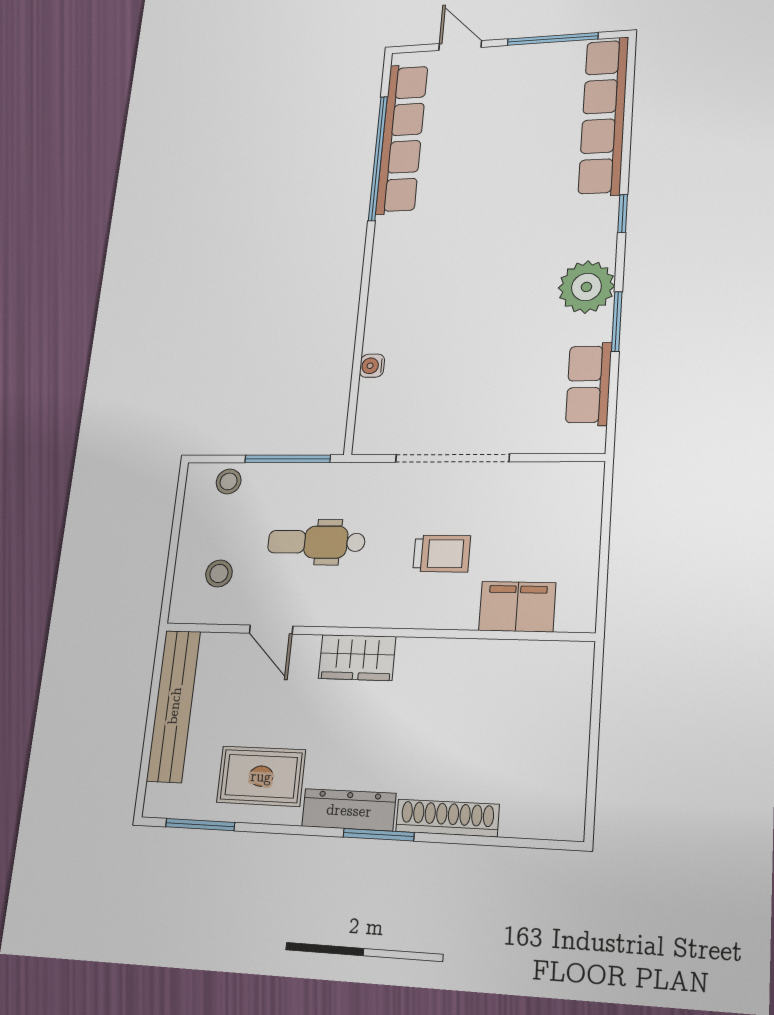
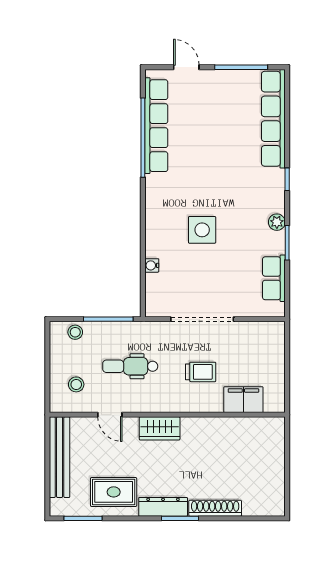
plant: (586, 287) -> (277, 222), width x0.53, depth x0.53
side table: (465, 304) -> (202, 230), added

